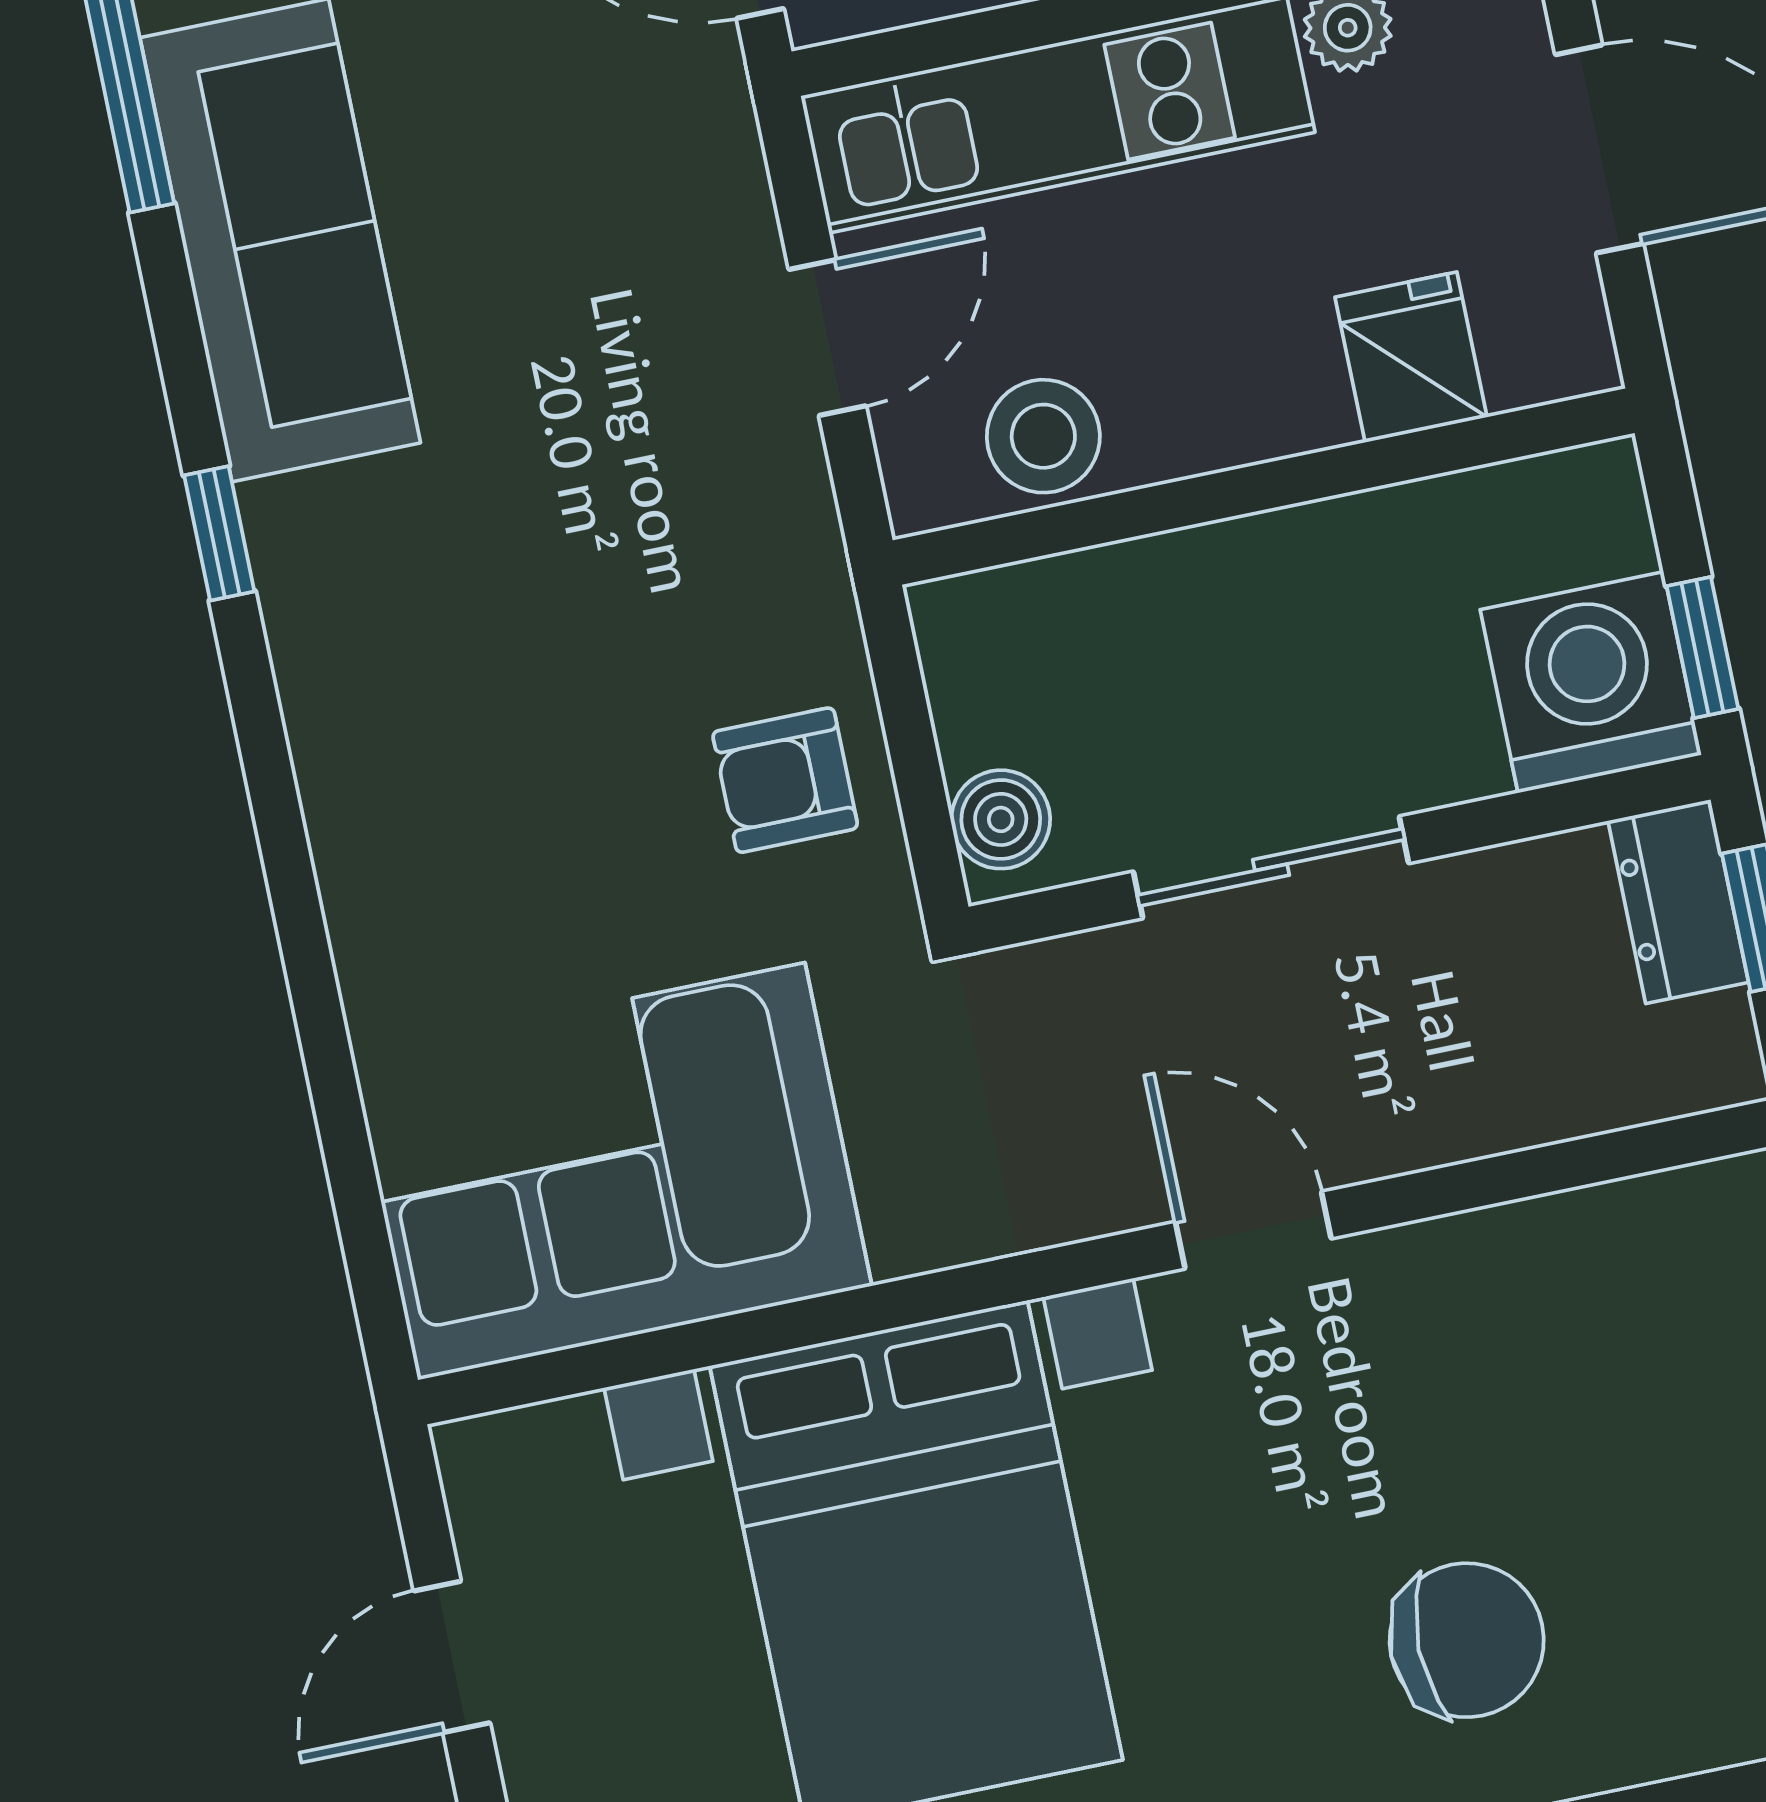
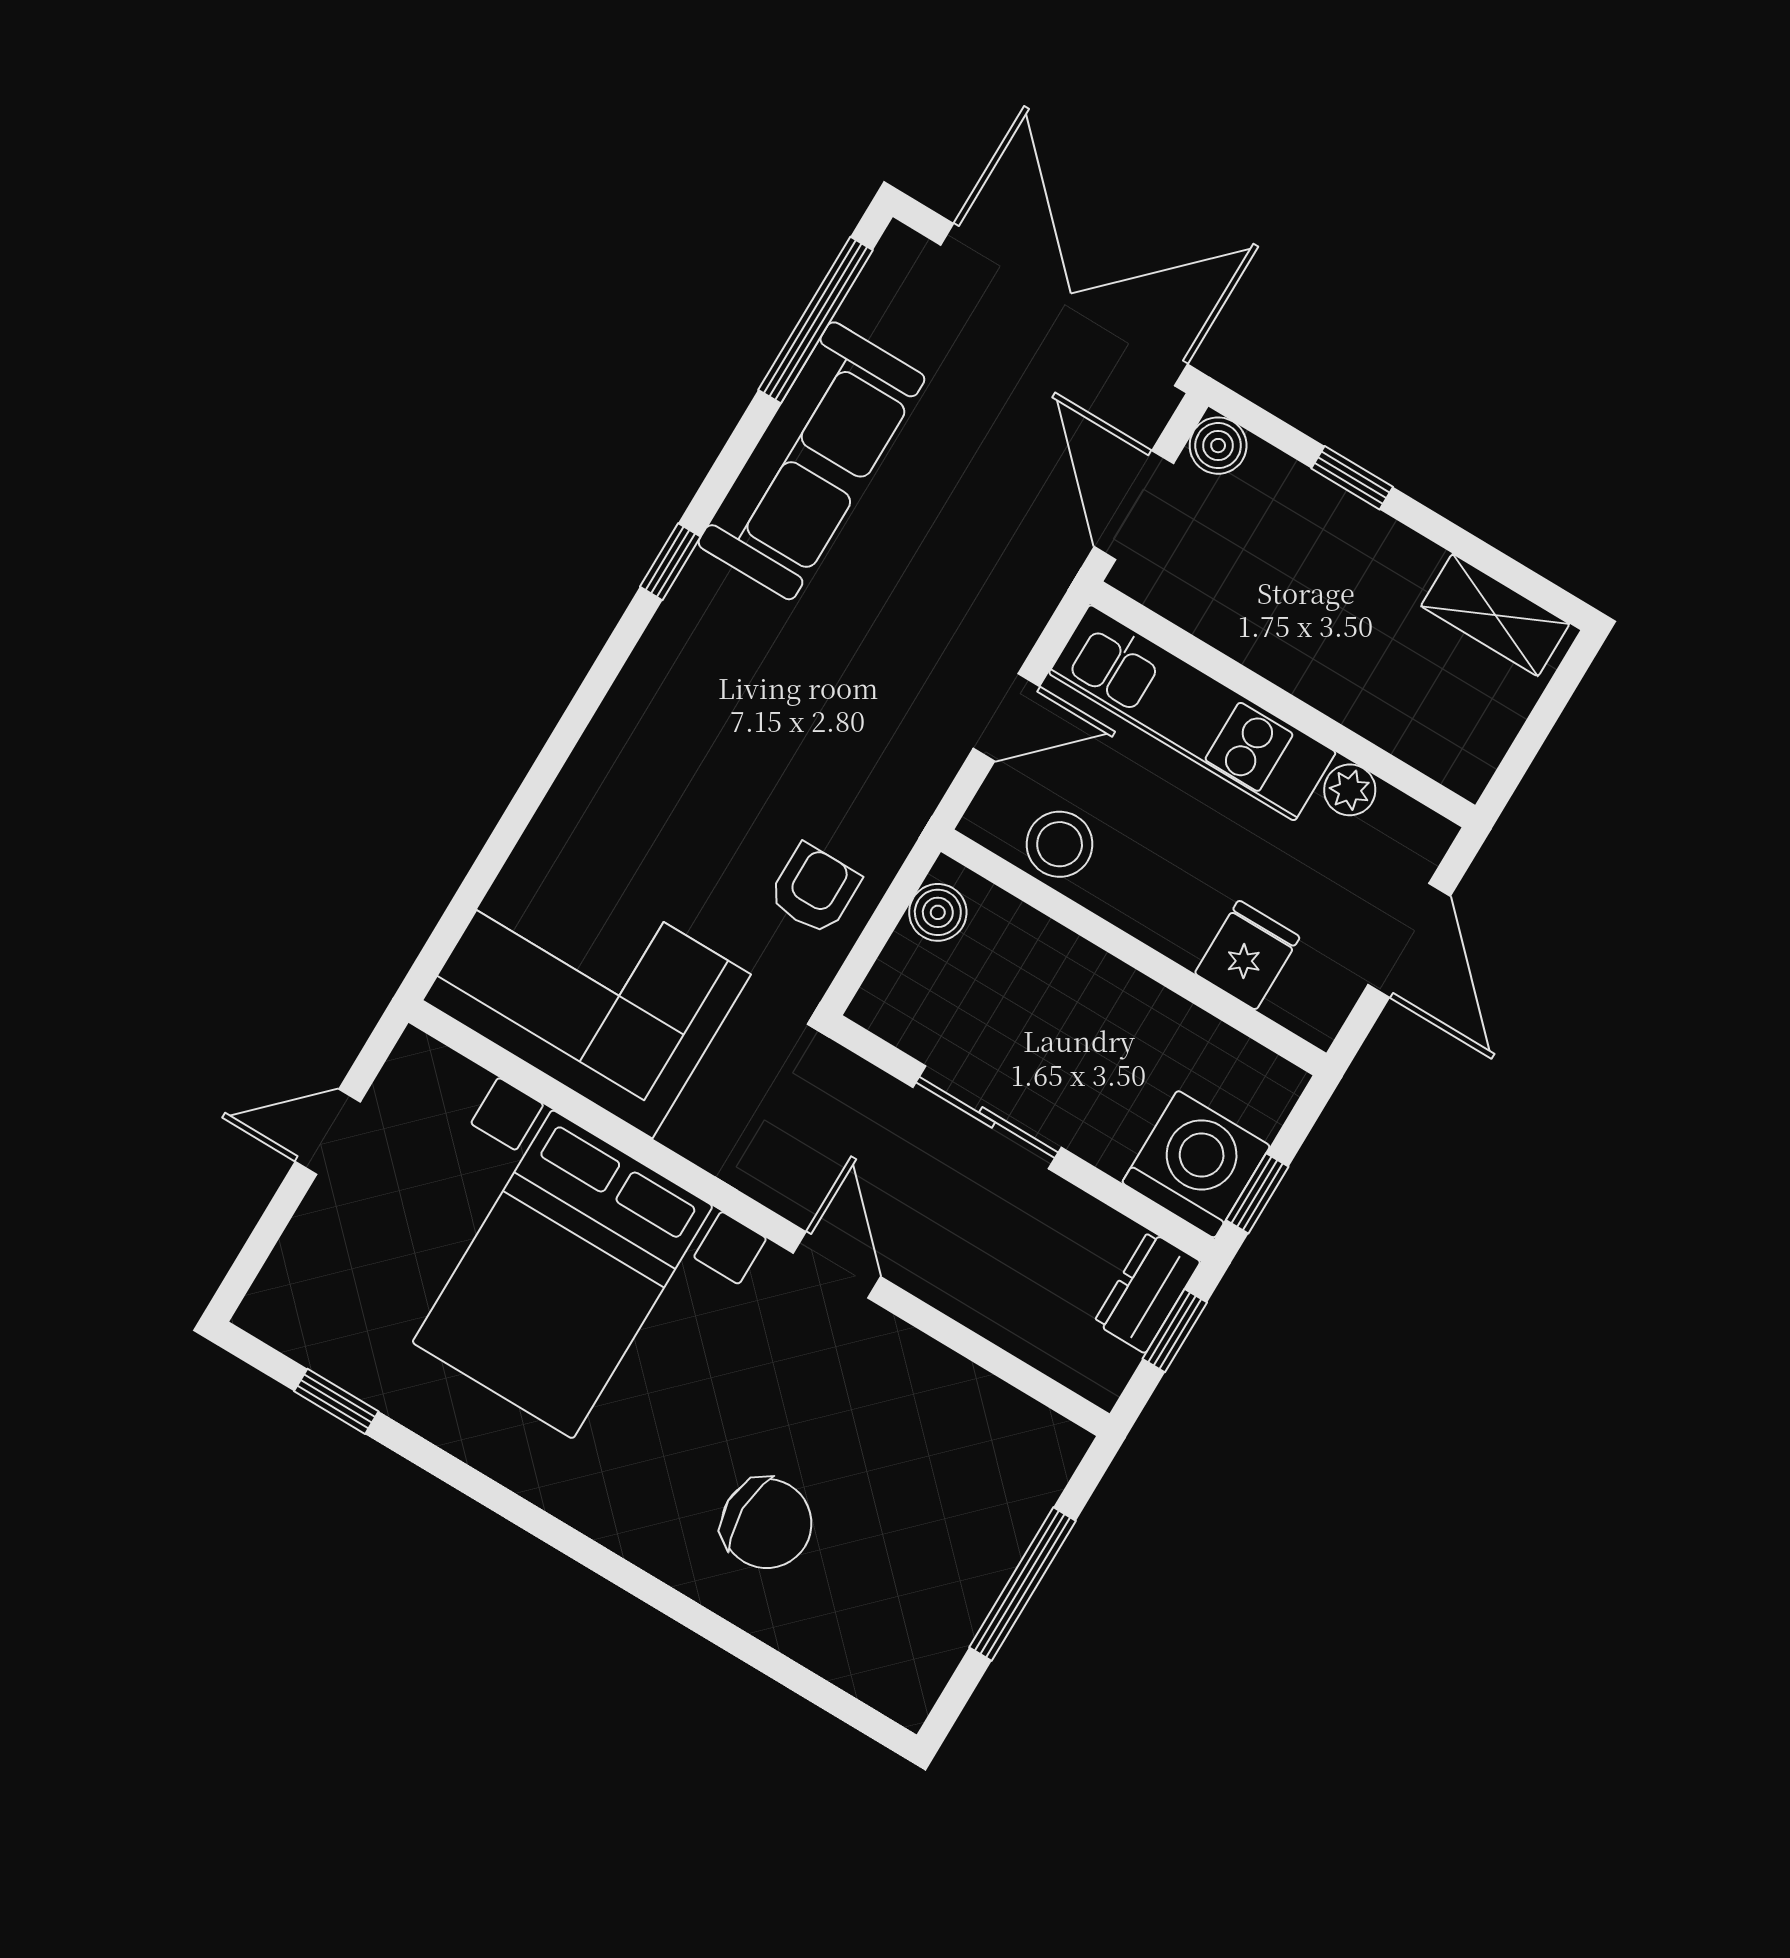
armchair: (785, 780) -> (814, 889), turned 90
boiler: (1001, 819) -> (938, 912), moved

